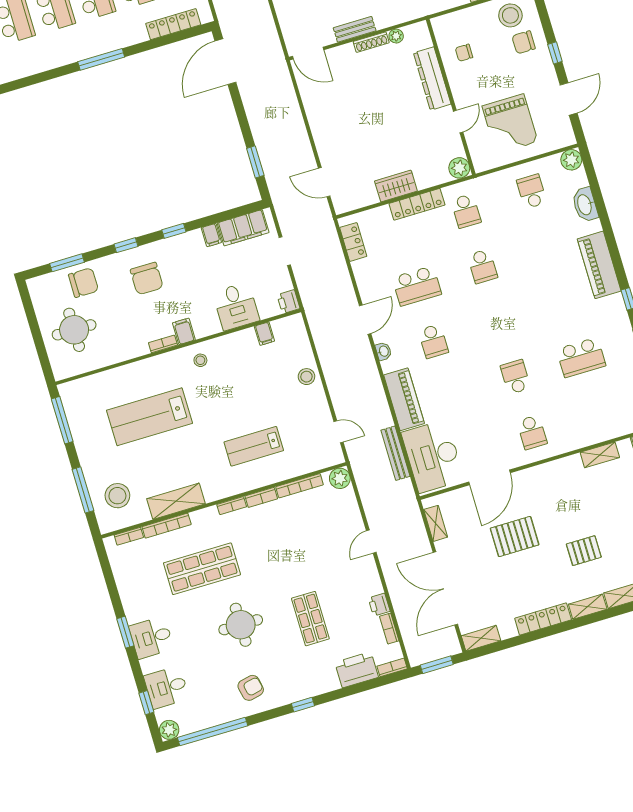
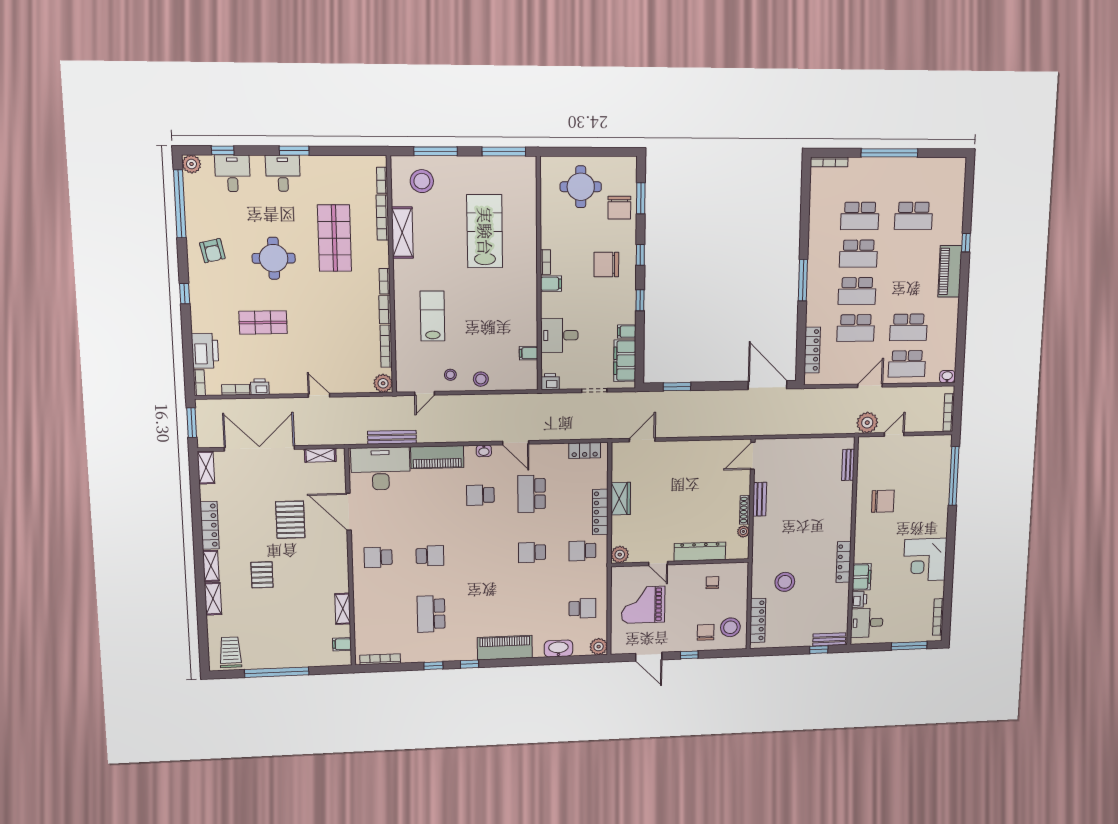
stool: (200, 360) -> (450, 375), moved

